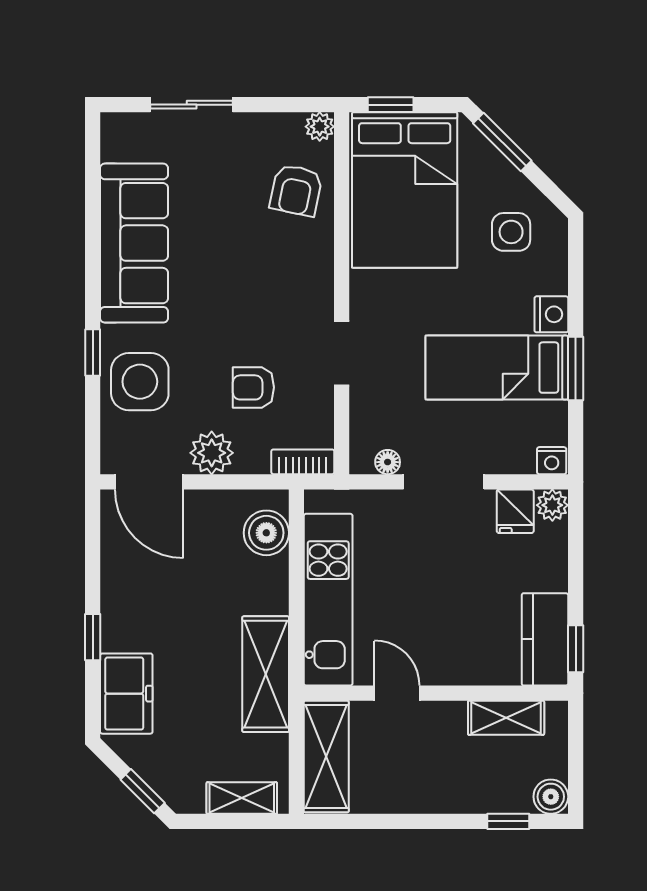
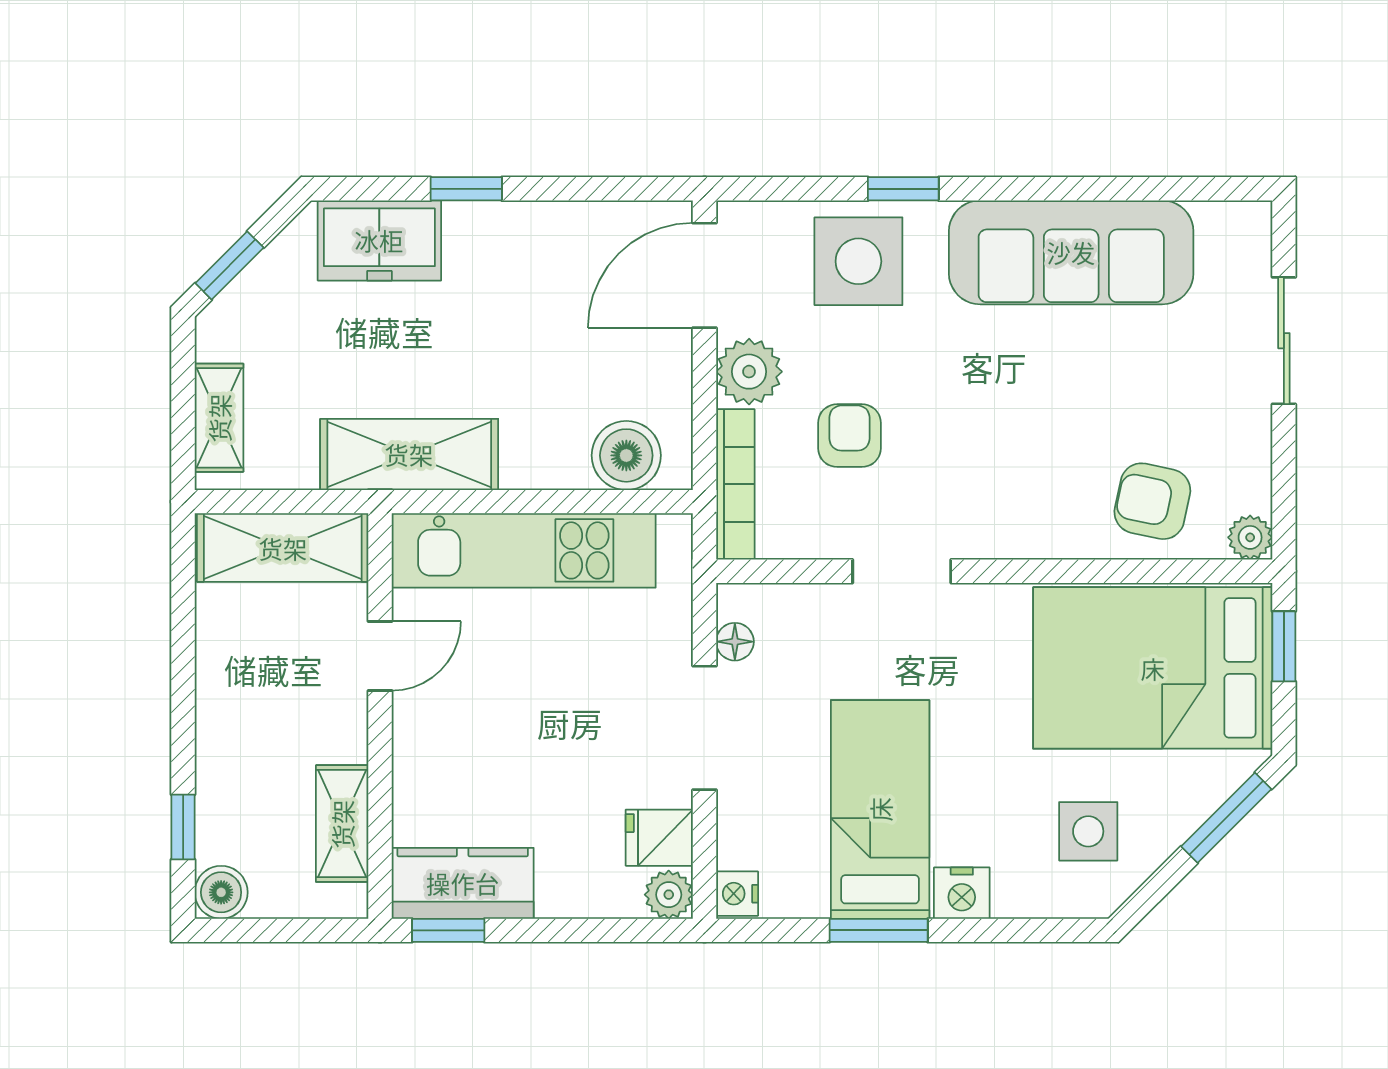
bookcase: (303, 462) -> (735, 484), width x1.56

